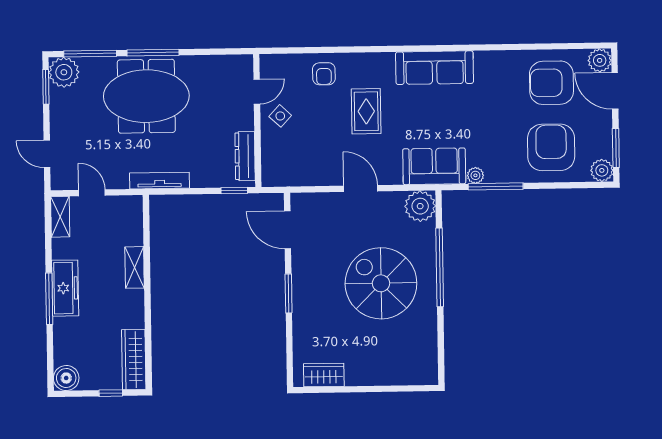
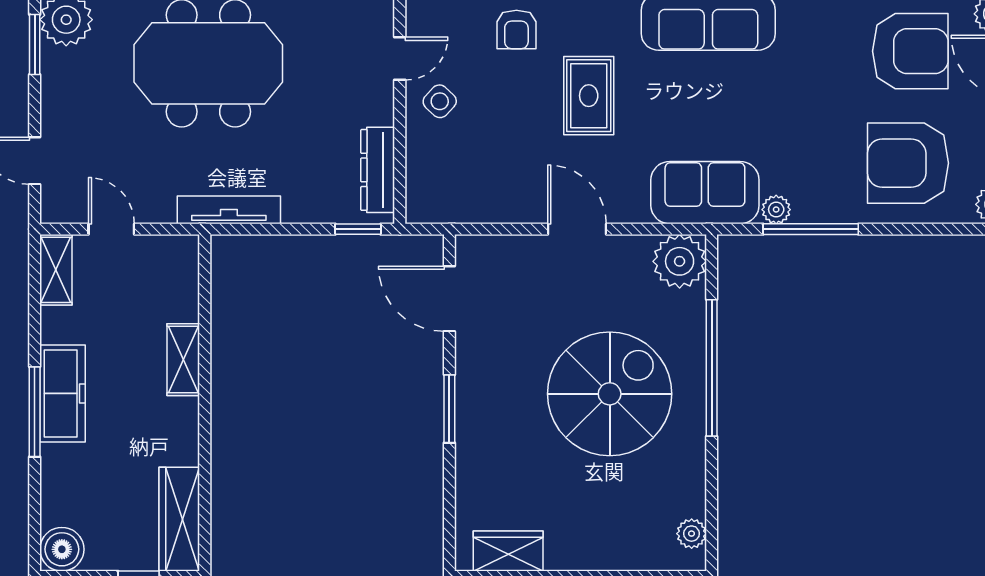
armchair: (551, 83) -> (910, 51), turned 180
armchair: (551, 147) -> (908, 163), turned -90
spiral stairs: (381, 283) -> (610, 394), turned 90
plant: (430, 363) -> (692, 534), added

